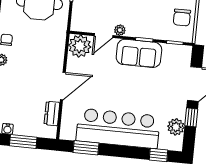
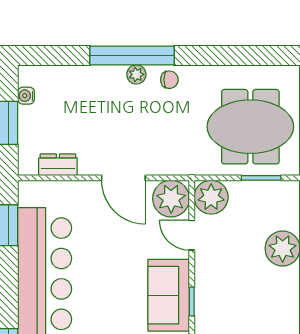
plant: (120, 30) -> (211, 197), moved, width x1.88, depth x1.88
door: (63, 86) -> (123, 178), moved

